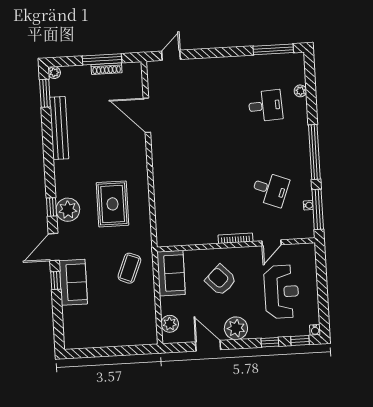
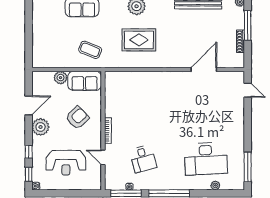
window: (102, 59) -> (248, 25), moved
desk: (265, 106) -> (206, 159), width x1.87, depth x1.30
desk: (270, 189) -> (143, 159), turned -36
plant: (170, 324) -> (61, 78), moved

